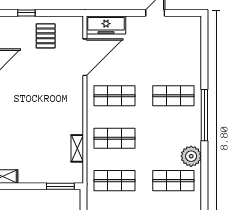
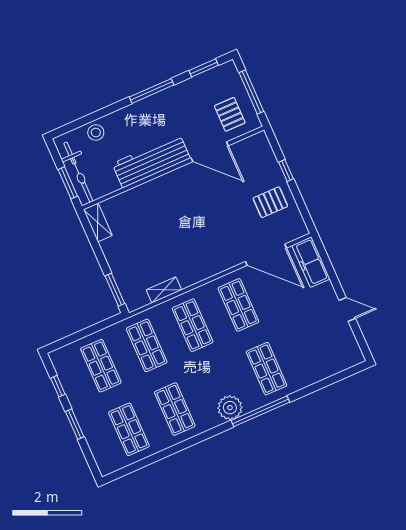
plant: (191, 156) -> (230, 408), moved

